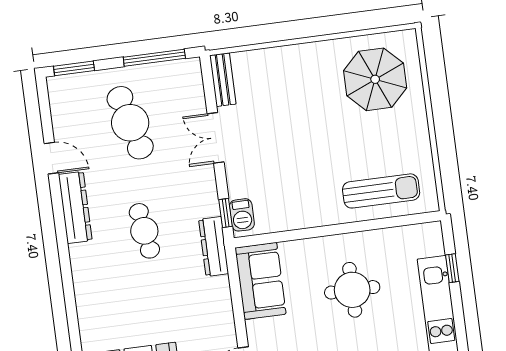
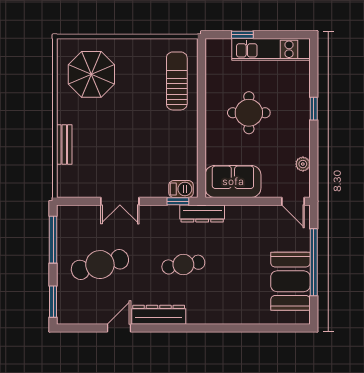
bench: (223, 80) -> (64, 145), moved, turned 90

